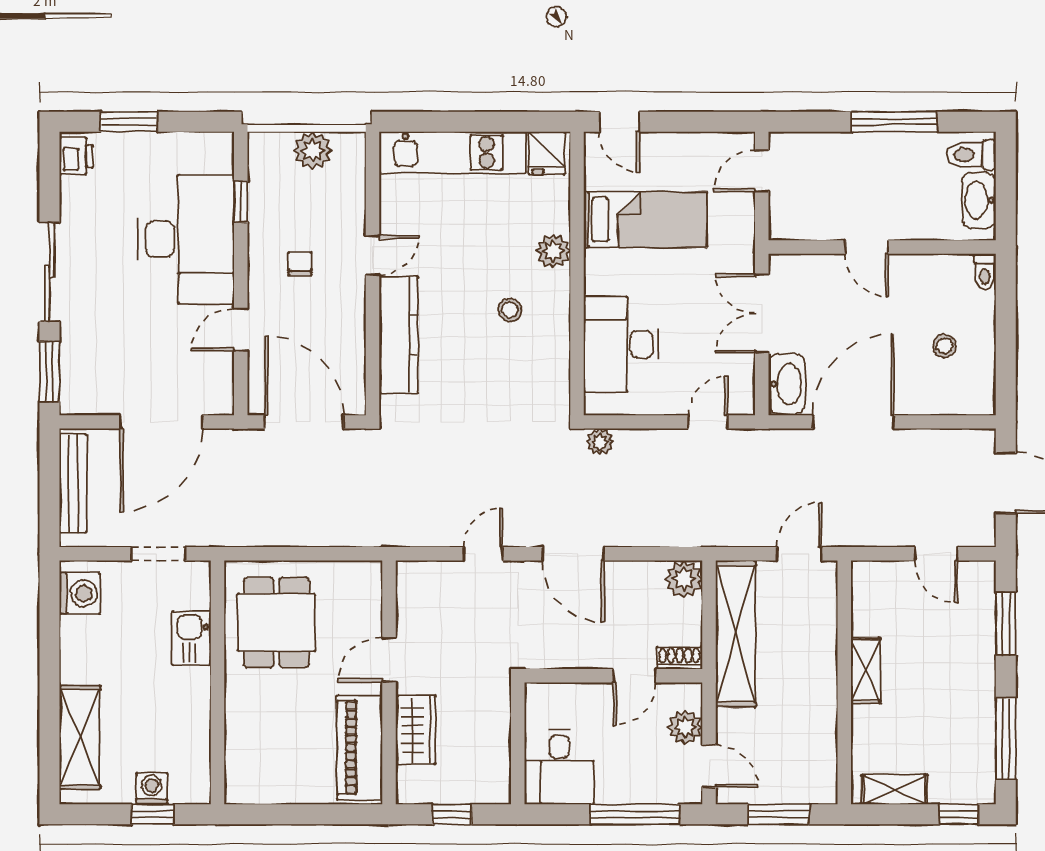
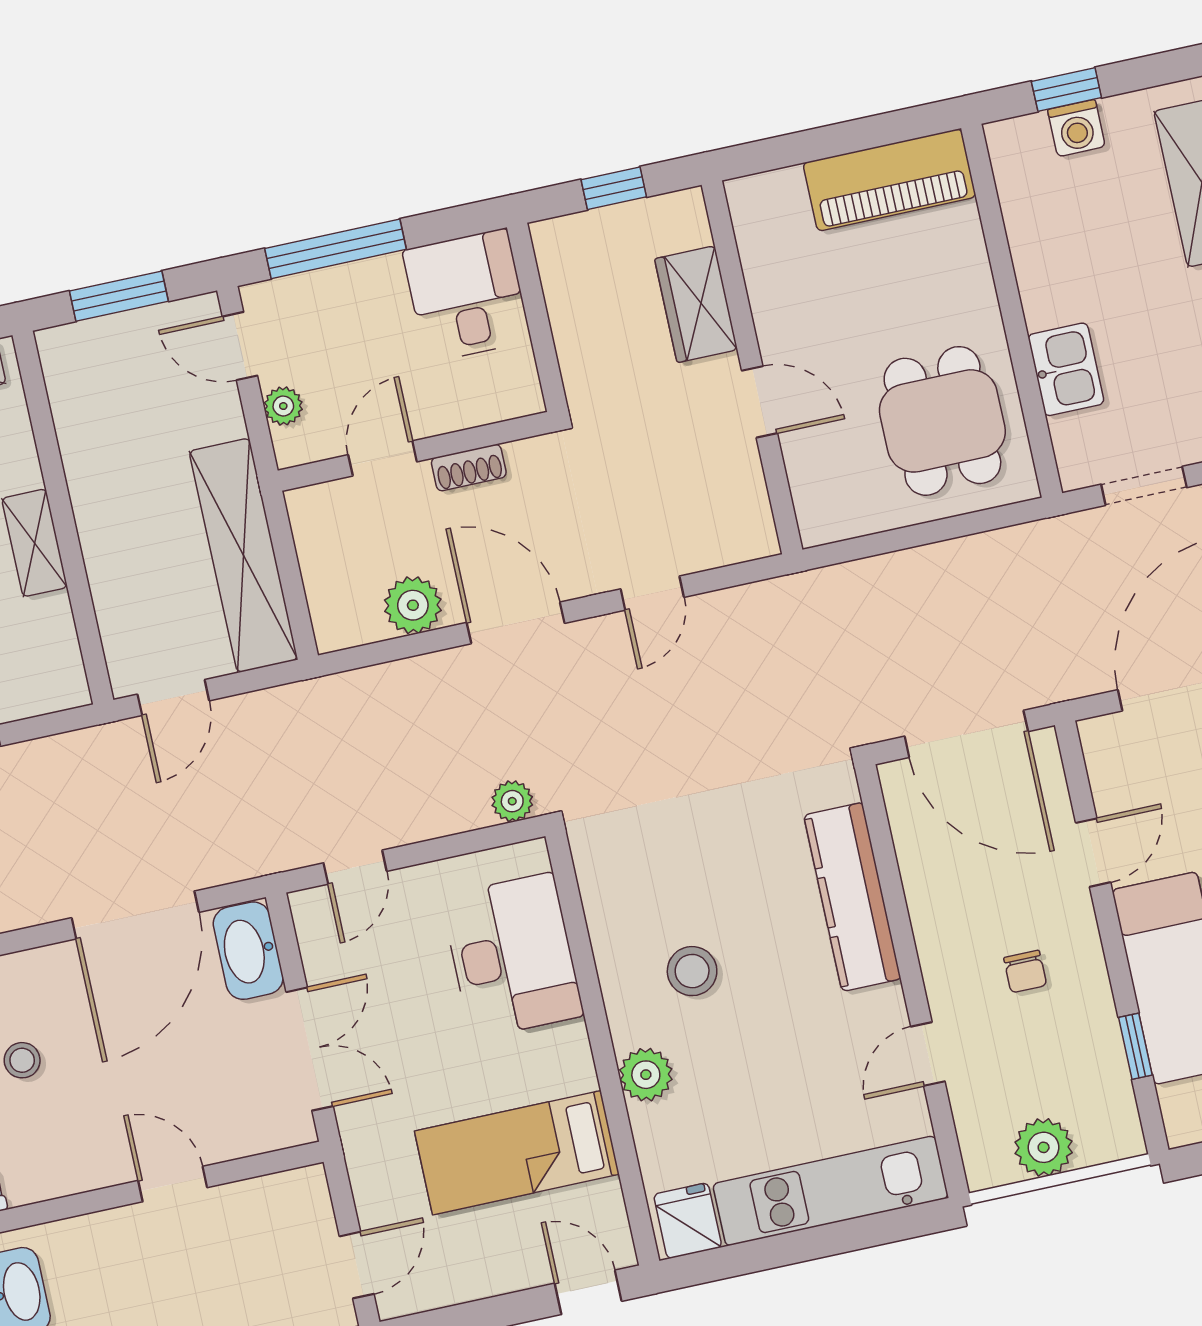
door: (373, 255) -> (928, 1054), moved
stool: (510, 310) -> (692, 971), width x1.37, depth x1.37
plant: (684, 579) -> (413, 605), moved
shoe rack: (679, 658) -> (469, 468), moved
door: (389, 660) -> (760, 402), hinge flipped
plant: (685, 727) -> (283, 406), width x0.73, depth x0.73
piano: (360, 748) -> (890, 180), moved, turned 90

